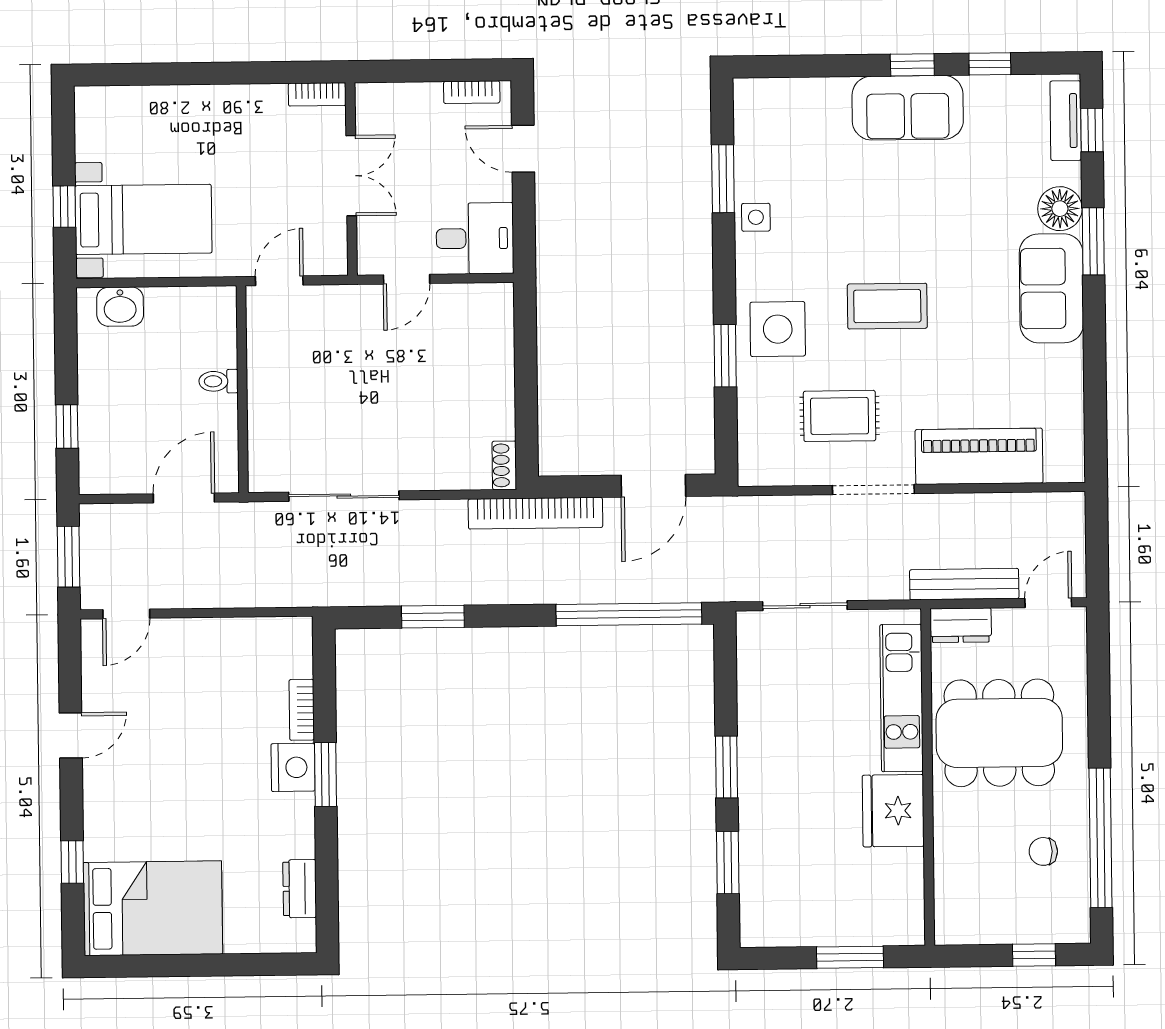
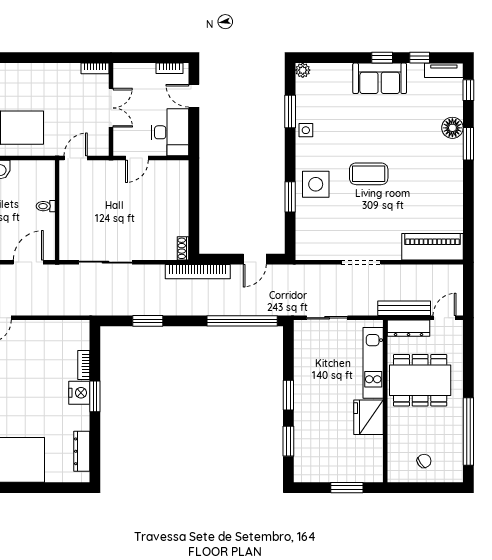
plant: (748, 93) -> (303, 70), added
tv unit: (1066, 121) -> (444, 70), moved, turned -90
desk: (475, 238) -> (170, 132), width x1.37
sofa: (1051, 288) -> (448, 166), removed
rug: (840, 416) -> (345, 227), removed
piano: (979, 456) -> (432, 247), moved
door: (653, 486) -> (255, 259), width x0.73
dresser: (961, 625) -> (409, 328), width x1.44
chair: (1043, 851) -> (424, 461), moved, turned 144
dresser: (300, 889) -> (82, 451), width x1.44
window: (1034, 955) -> (436, 488), removed

